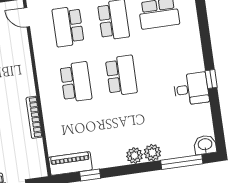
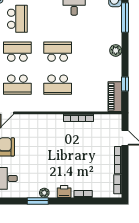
school desk: (76, 82) -> (58, 85), turned 180
plant: (152, 153) -> (115, 37), removed

